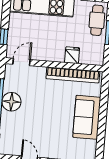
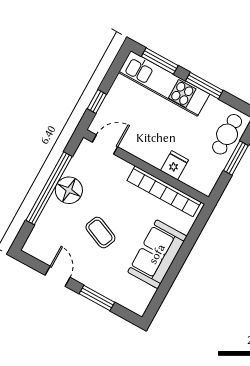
coffee table: (44, 120) -> (100, 233), added

